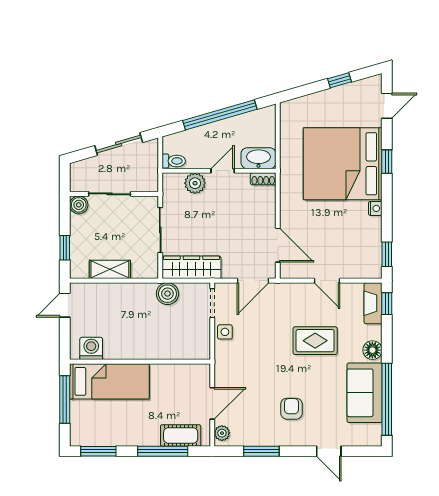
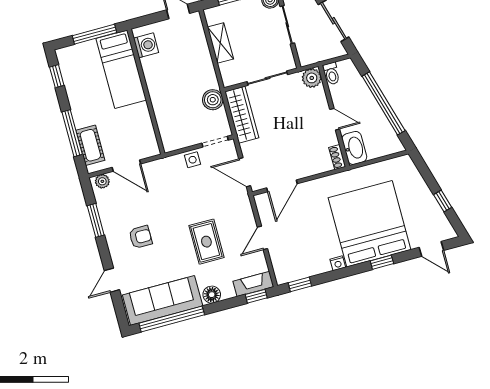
plant: (195, 183) -> (312, 78), moved
sofa: (365, 393) -> (163, 300), width x1.36
window: (98, 451) -> (57, 76), width x0.67

